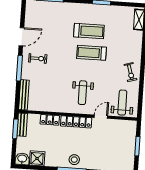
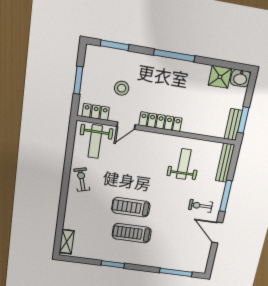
door: (21, 37) -> (217, 233), hinge flipped
treadmill: (92, 53) -> (131, 207), turned 180
weight bench: (83, 93) -> (184, 164), moved
locker: (50, 120) -> (96, 112), moved
stool: (74, 160) -> (122, 88), moved

